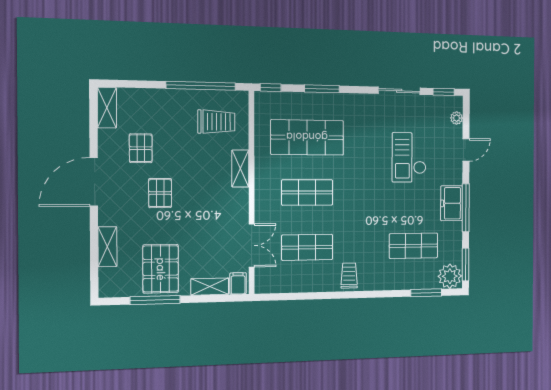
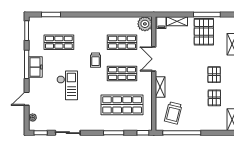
trolley: (216, 122) -> (173, 113), turned -76
checkout: (409, 157) -> (67, 85), moved
pallet: (160, 193) -> (214, 75), moved
double door: (252, 245) -> (154, 59), moved
trolley: (349, 276) -> (95, 60), moved
plant: (450, 276) -> (145, 24), moved

